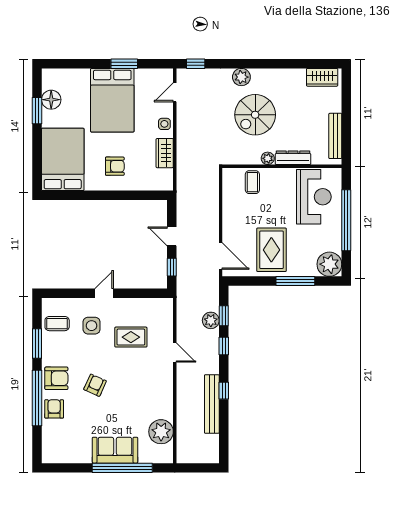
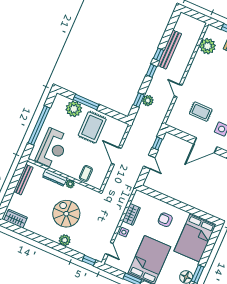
door: (175, 92) -> (109, 249), hinge flipped
spiral stairs: (255, 115) -> (66, 214), turned -90
reception desk: (314, 197) -> (52, 148), turned 180
door: (221, 256) -> (116, 156), moved
plant: (329, 264) -> (74, 109), moved
door: (104, 293) -> (205, 145), width x1.87
window: (224, 346) -> (151, 71), moved

